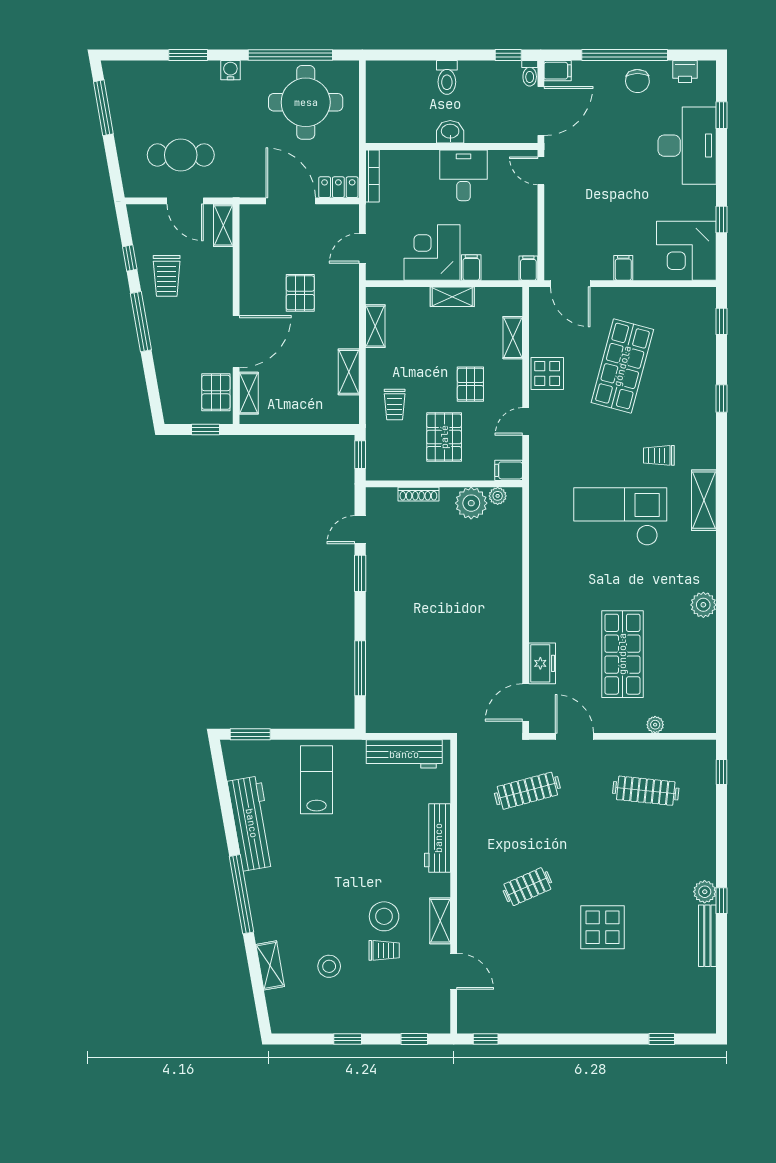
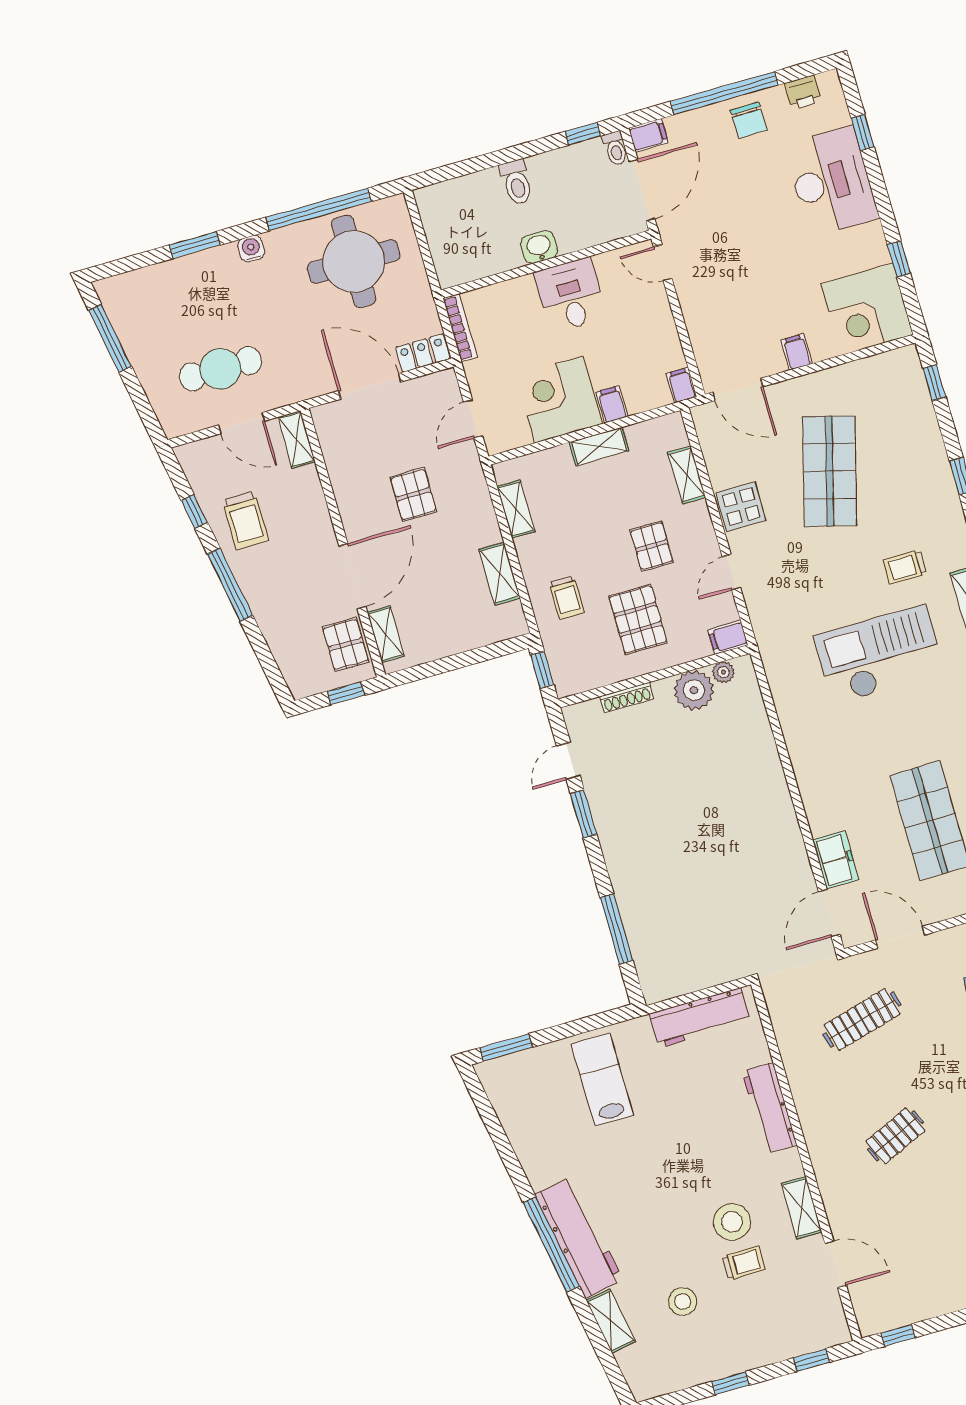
workbench: (252, 823) -> (579, 1237), moved

